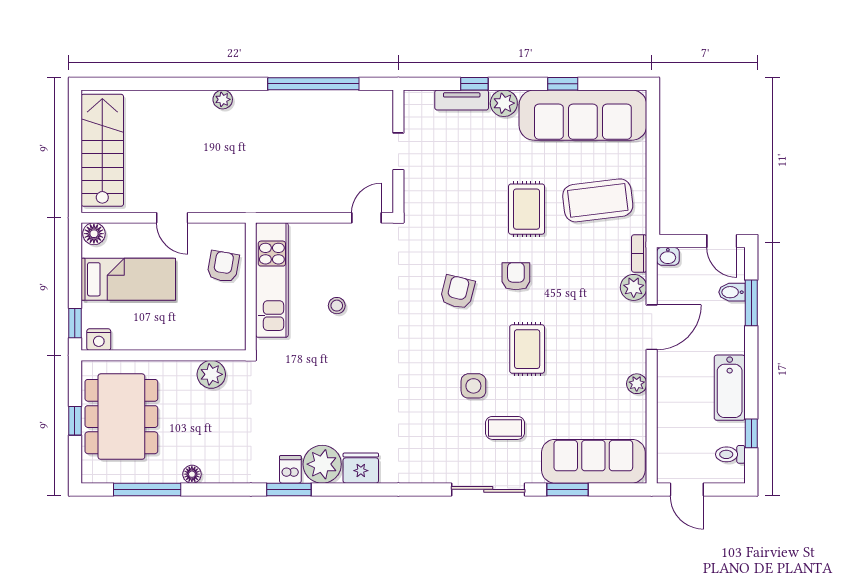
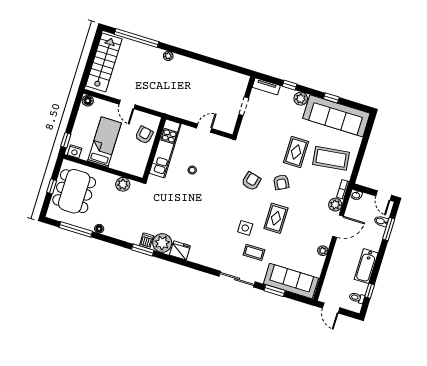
window: (313, 84) -> (136, 38), moved
tv unit: (462, 100) -> (266, 86), moved
door: (366, 218) -> (204, 128), moved
armchair: (516, 276) -> (281, 182), turned 152
bed: (128, 279) -> (104, 142), moved, turned -90

